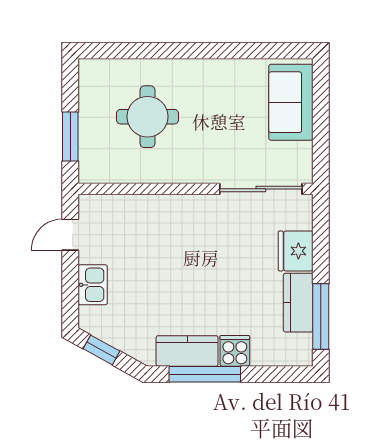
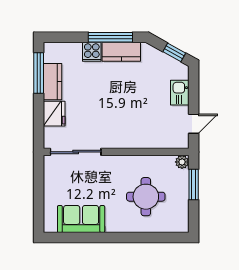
sofa: (291, 102) -> (81, 219), moved, turned -90
plant: (89, 173) -> (182, 162), added

